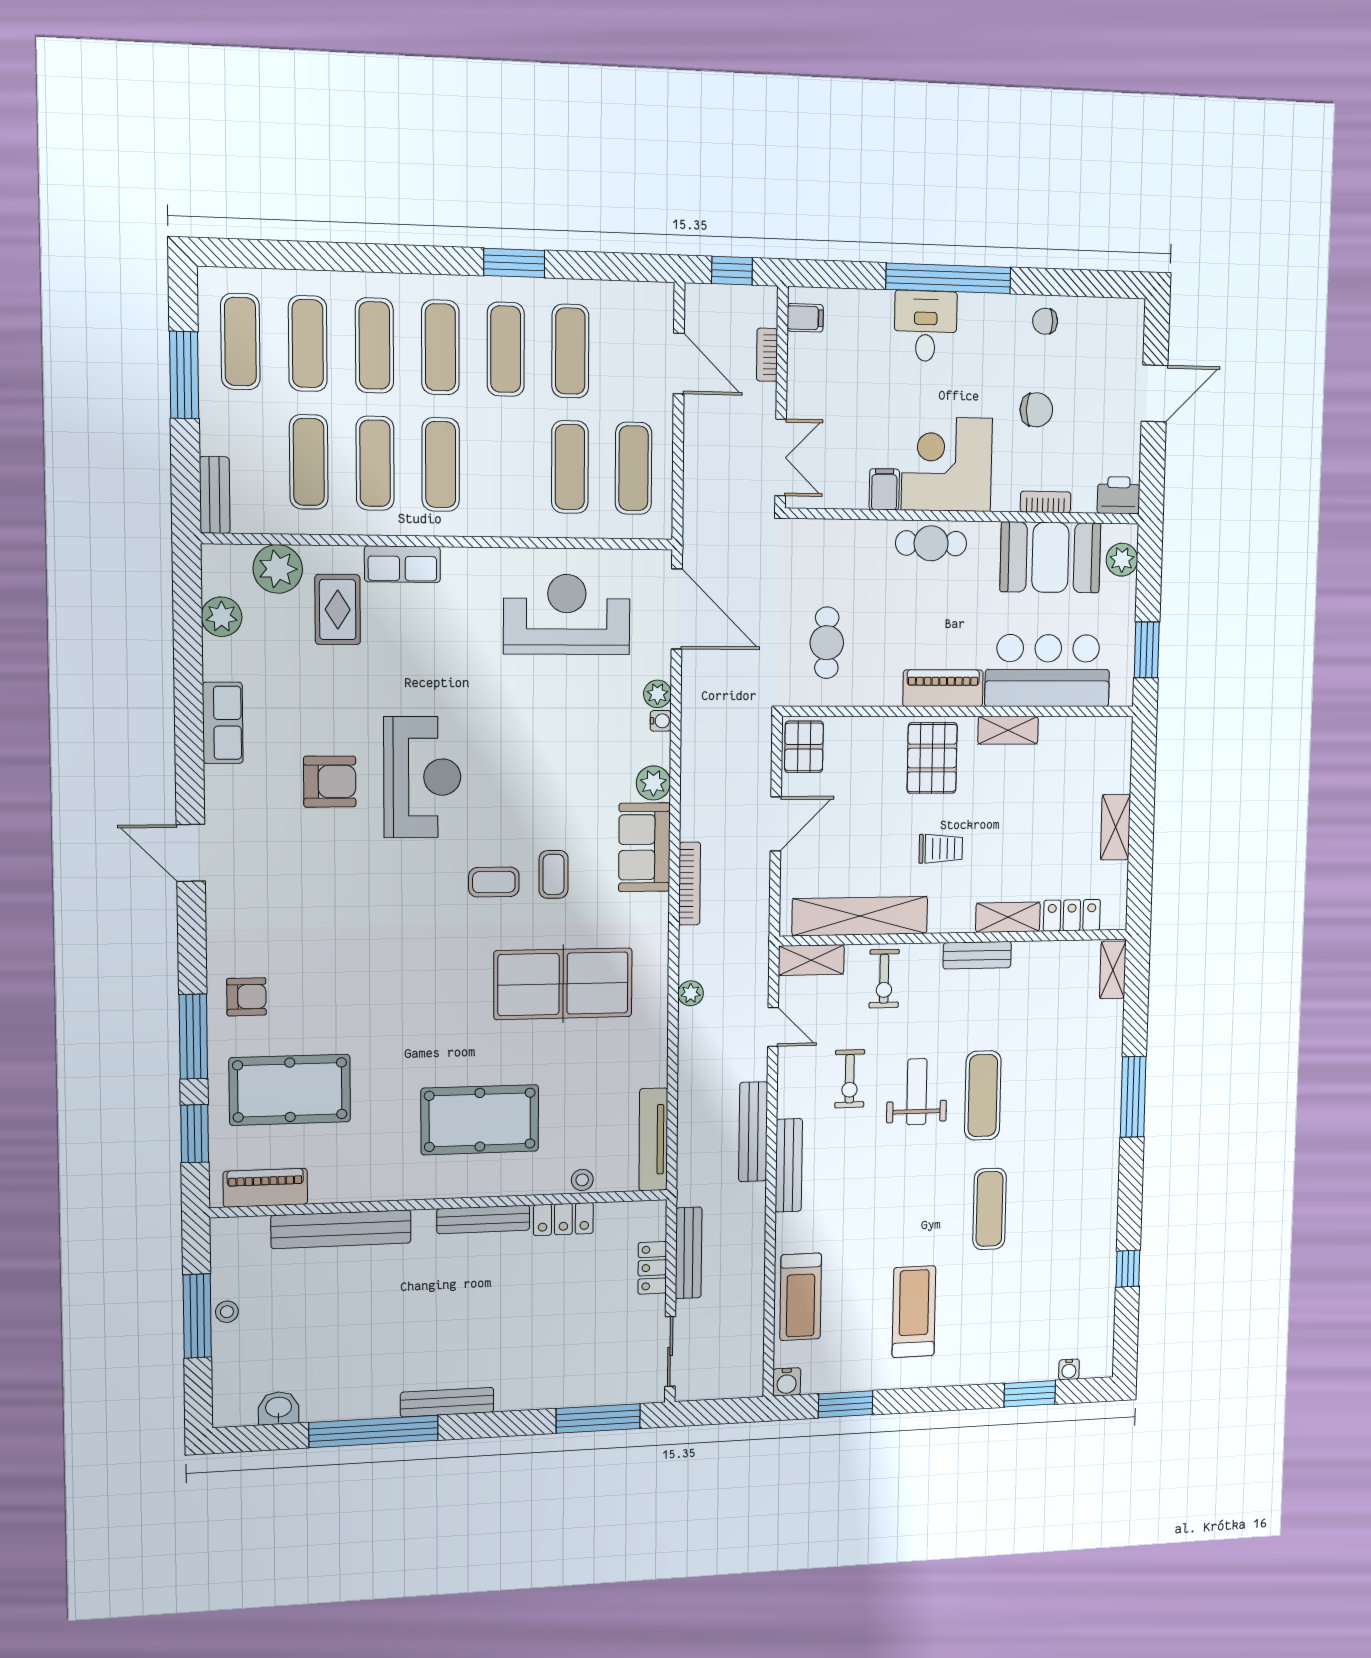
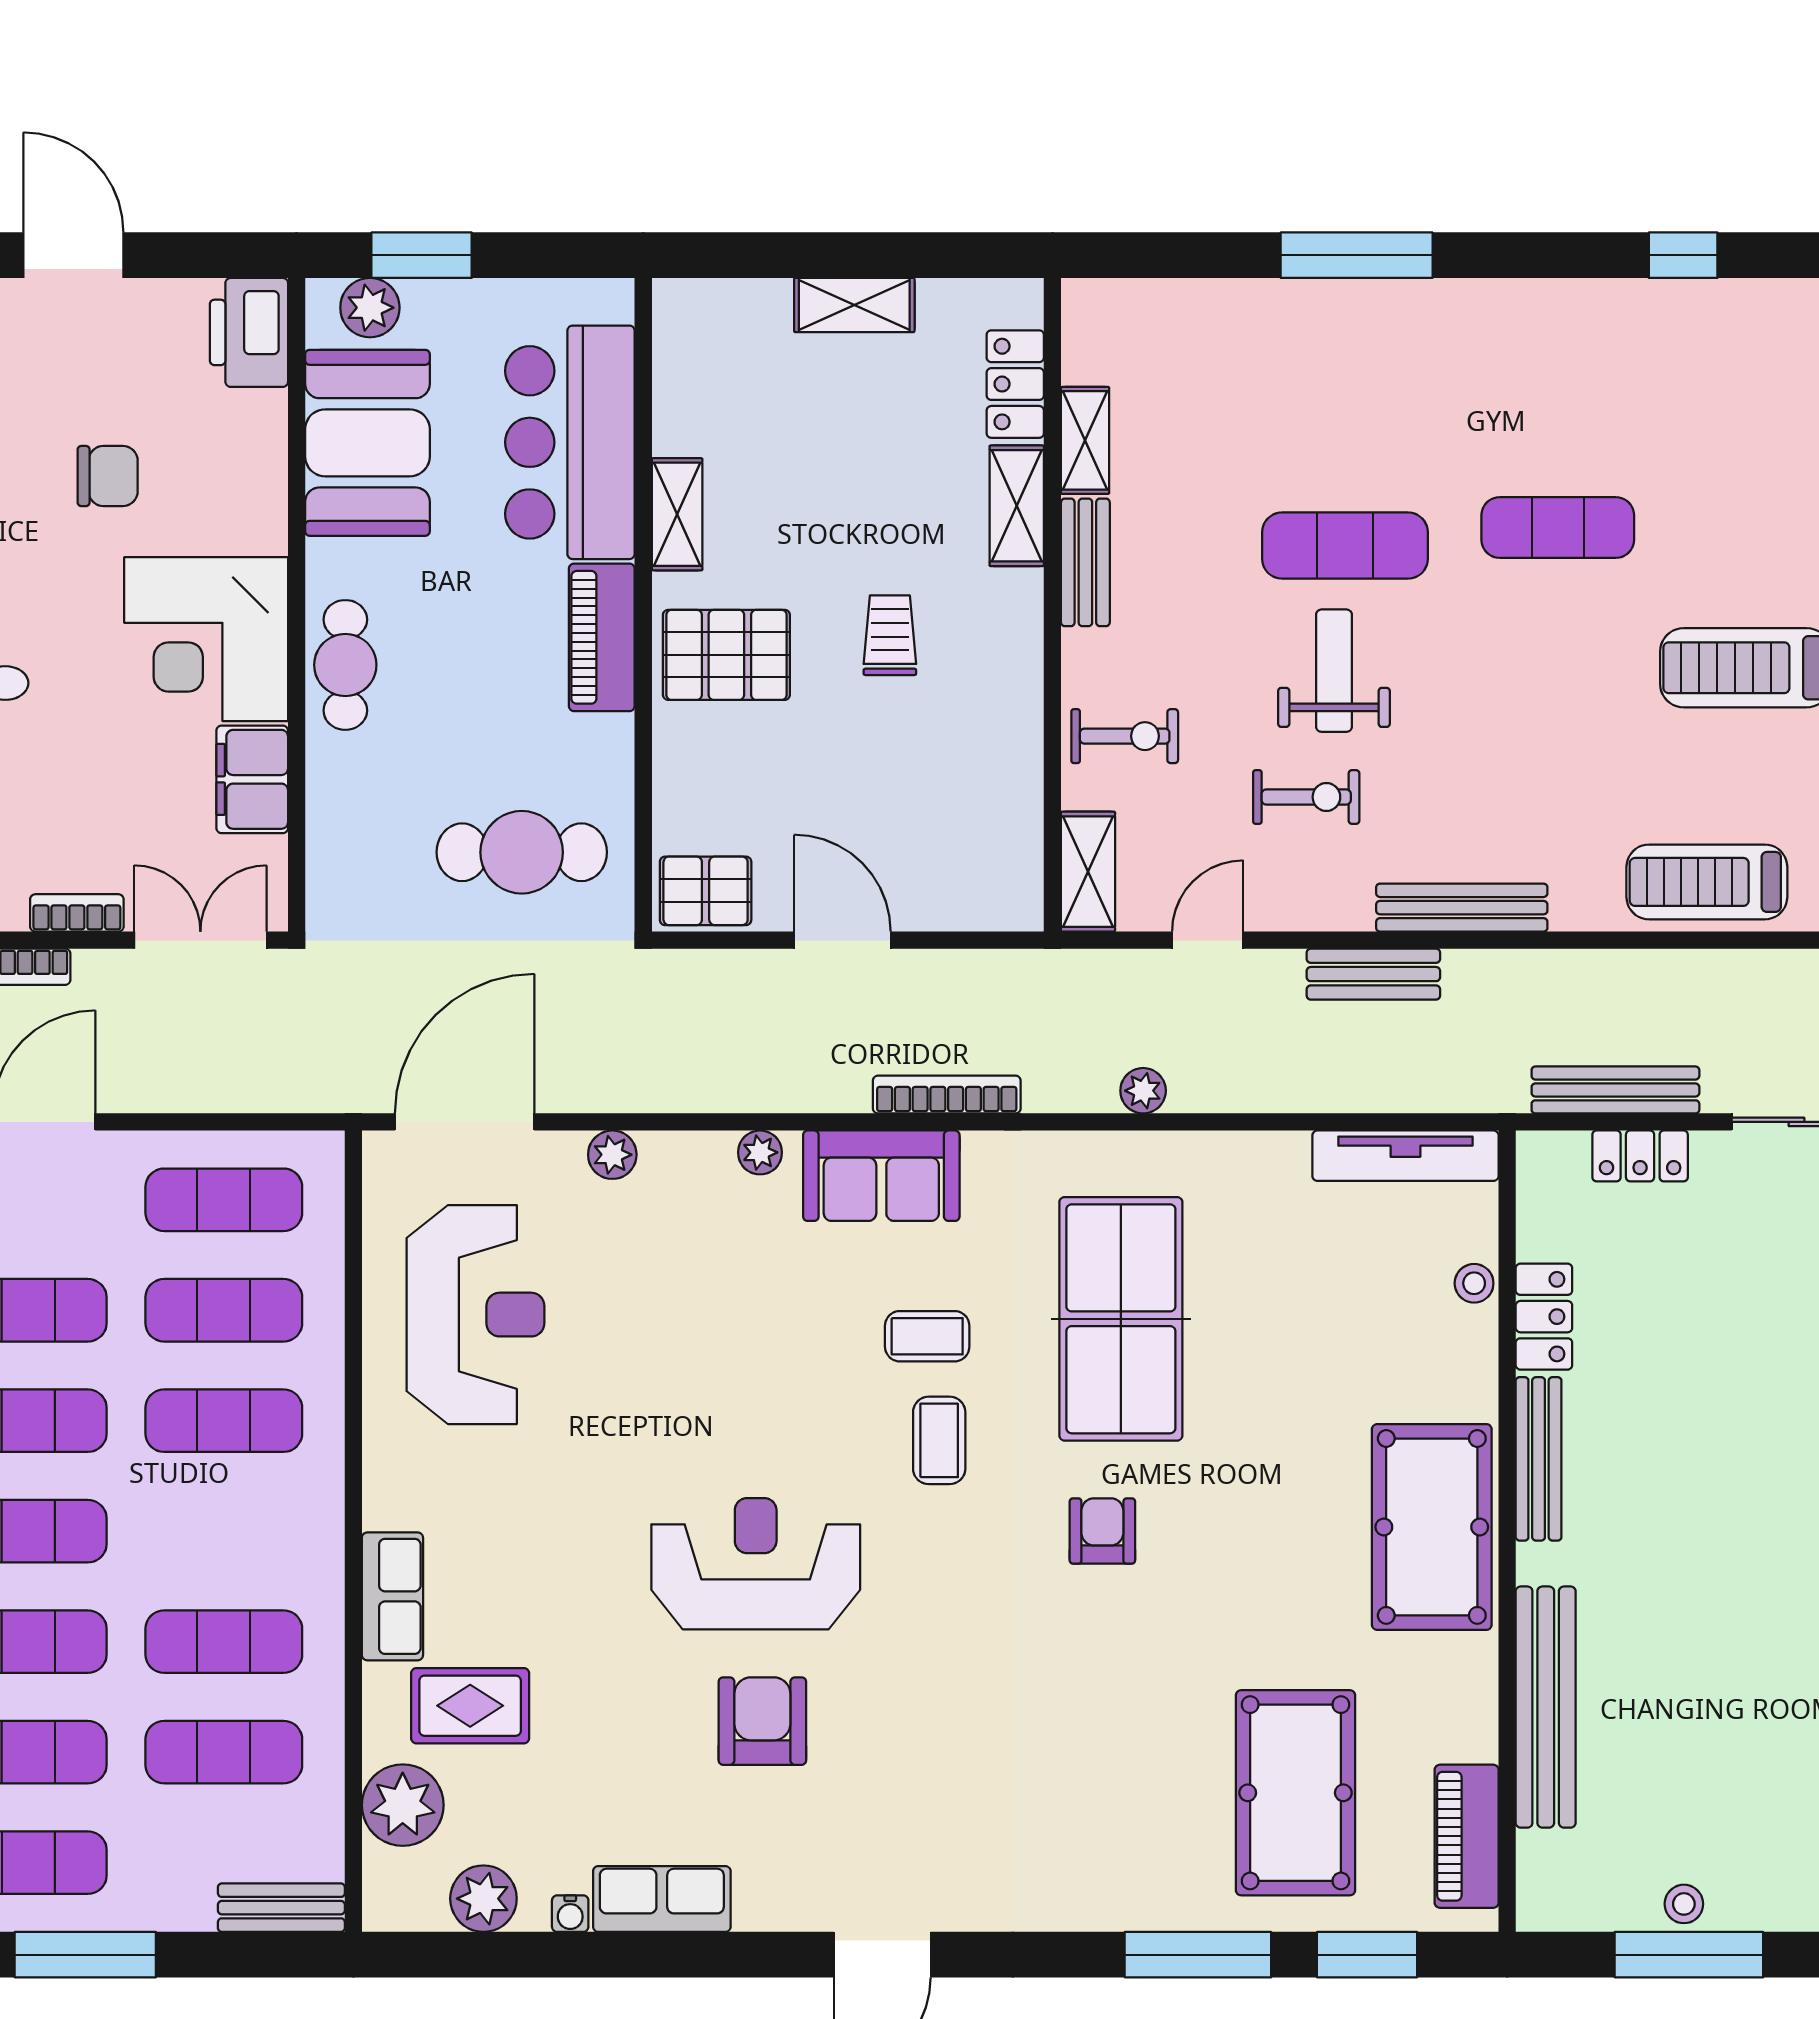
chair: (1036, 410) -> (108, 476), turned 90
exercise mat: (441, 465) -> (224, 1421), moved
filing cabinet: (884, 489) -> (252, 779), width x2.00
printer: (1119, 495) -> (249, 332), width x1.37, depth x1.19
bookcase: (1046, 502) -> (77, 913), moved, turned 90
reception desk: (567, 614) -> (475, 1315), turned 180
cafe table: (827, 643) -> (522, 852), width x1.37, depth x1.35
window: (1147, 650) -> (422, 255), moved
water cooler: (661, 721) -> (570, 1914), moved, turned 180
plant: (653, 783) -> (760, 1152), width x0.73, depth x0.73
shelving: (860, 916) -> (1010, 783), removed
shelving: (1113, 970) -> (1085, 440), moved, turned 90
armchair: (246, 997) -> (1102, 1531), moved
weight bench: (917, 1092) -> (1334, 671), turned 90
pool table: (480, 1120) -> (1432, 1527), moved
bench: (753, 1132) -> (1373, 974), width x0.73
treadmill: (801, 1297) -> (1707, 882), turned 180

